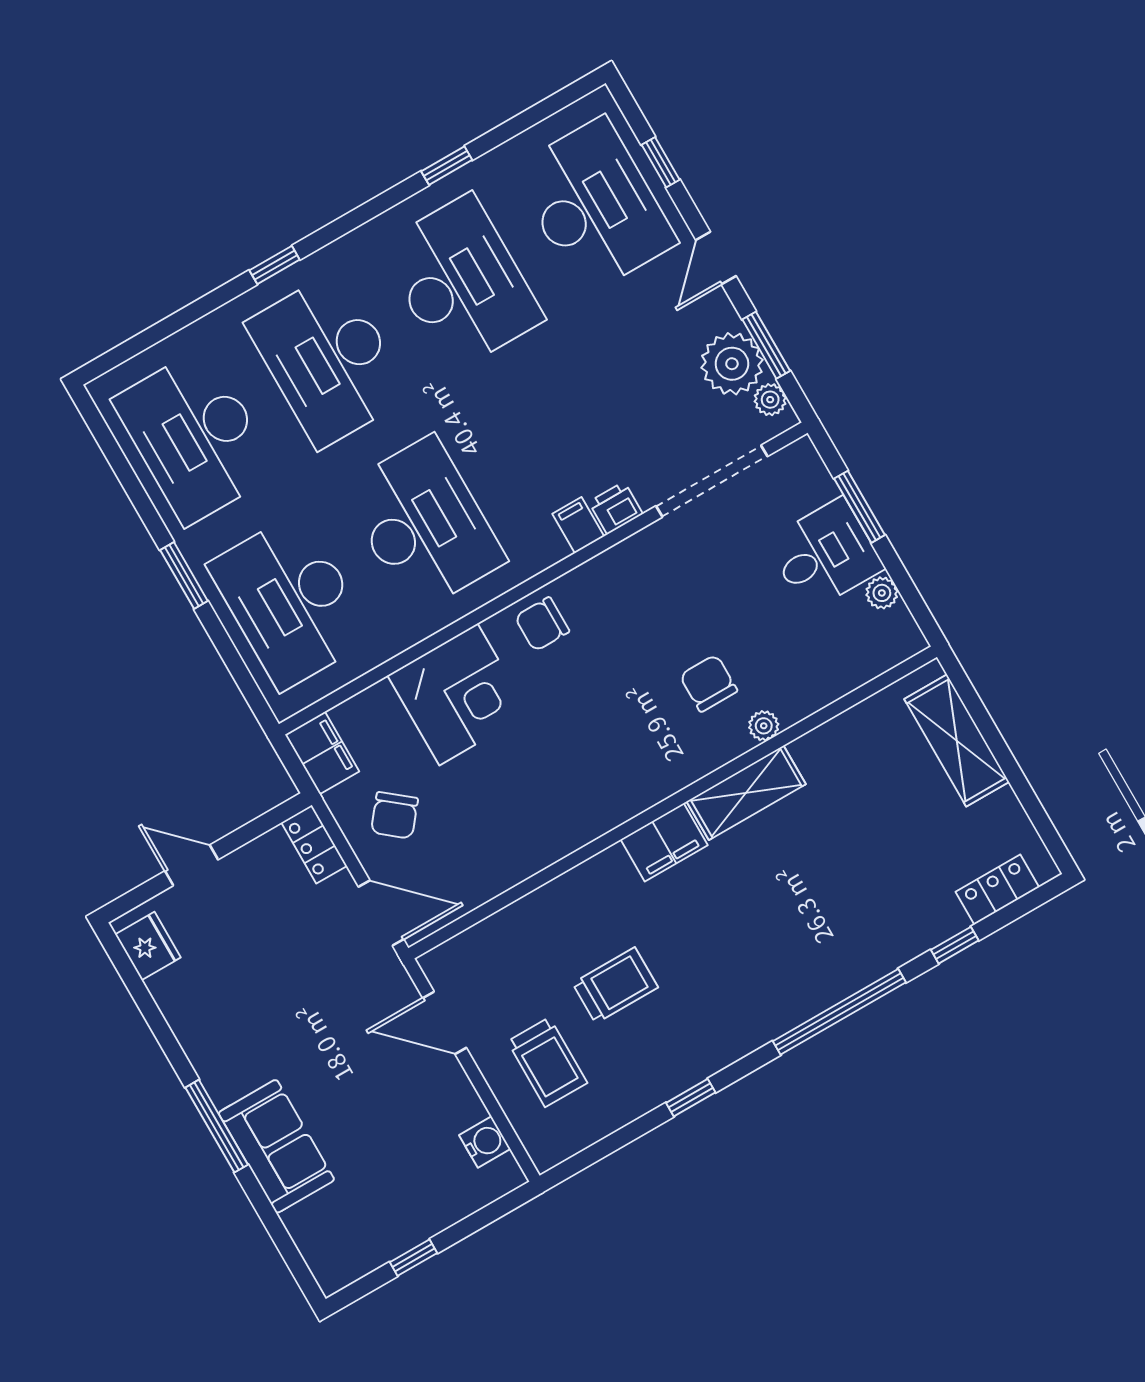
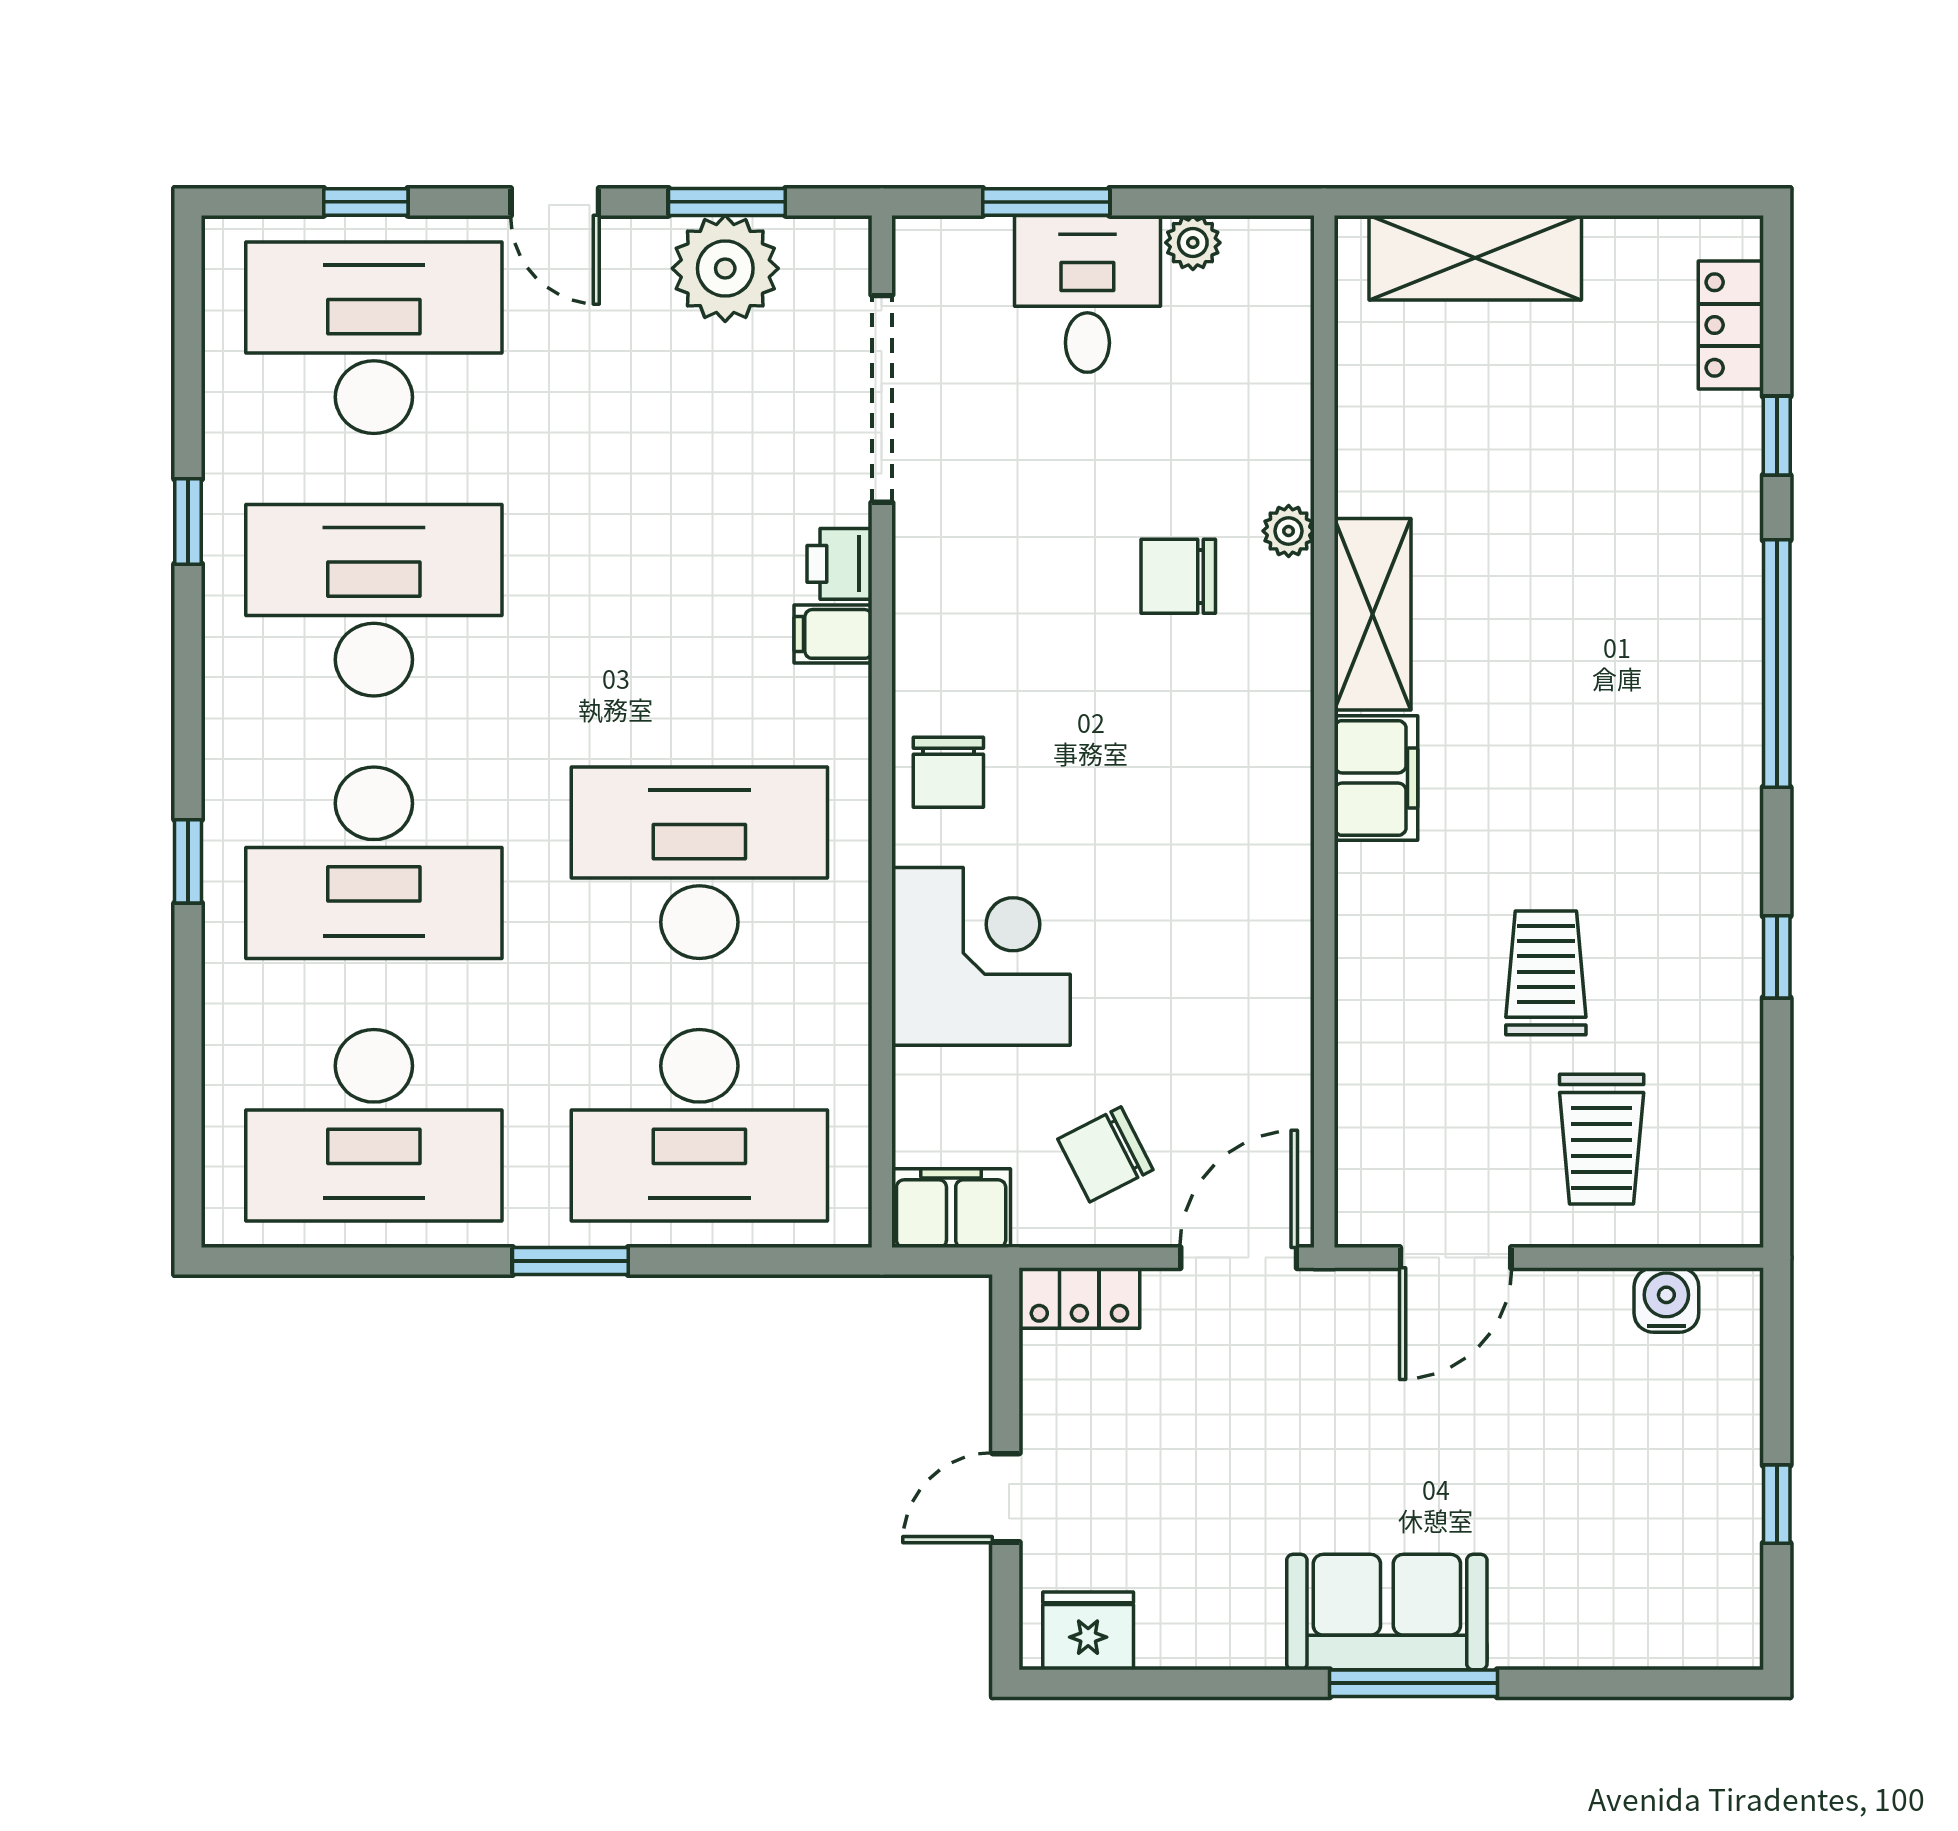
plant: (770, 400) -> (811, 243), removed
chair: (394, 815) -> (1105, 1154), turned 114
trolley: (547, 1062) -> (1602, 1139), turned 90
sofa: (276, 1146) -> (1387, 1612), moved

